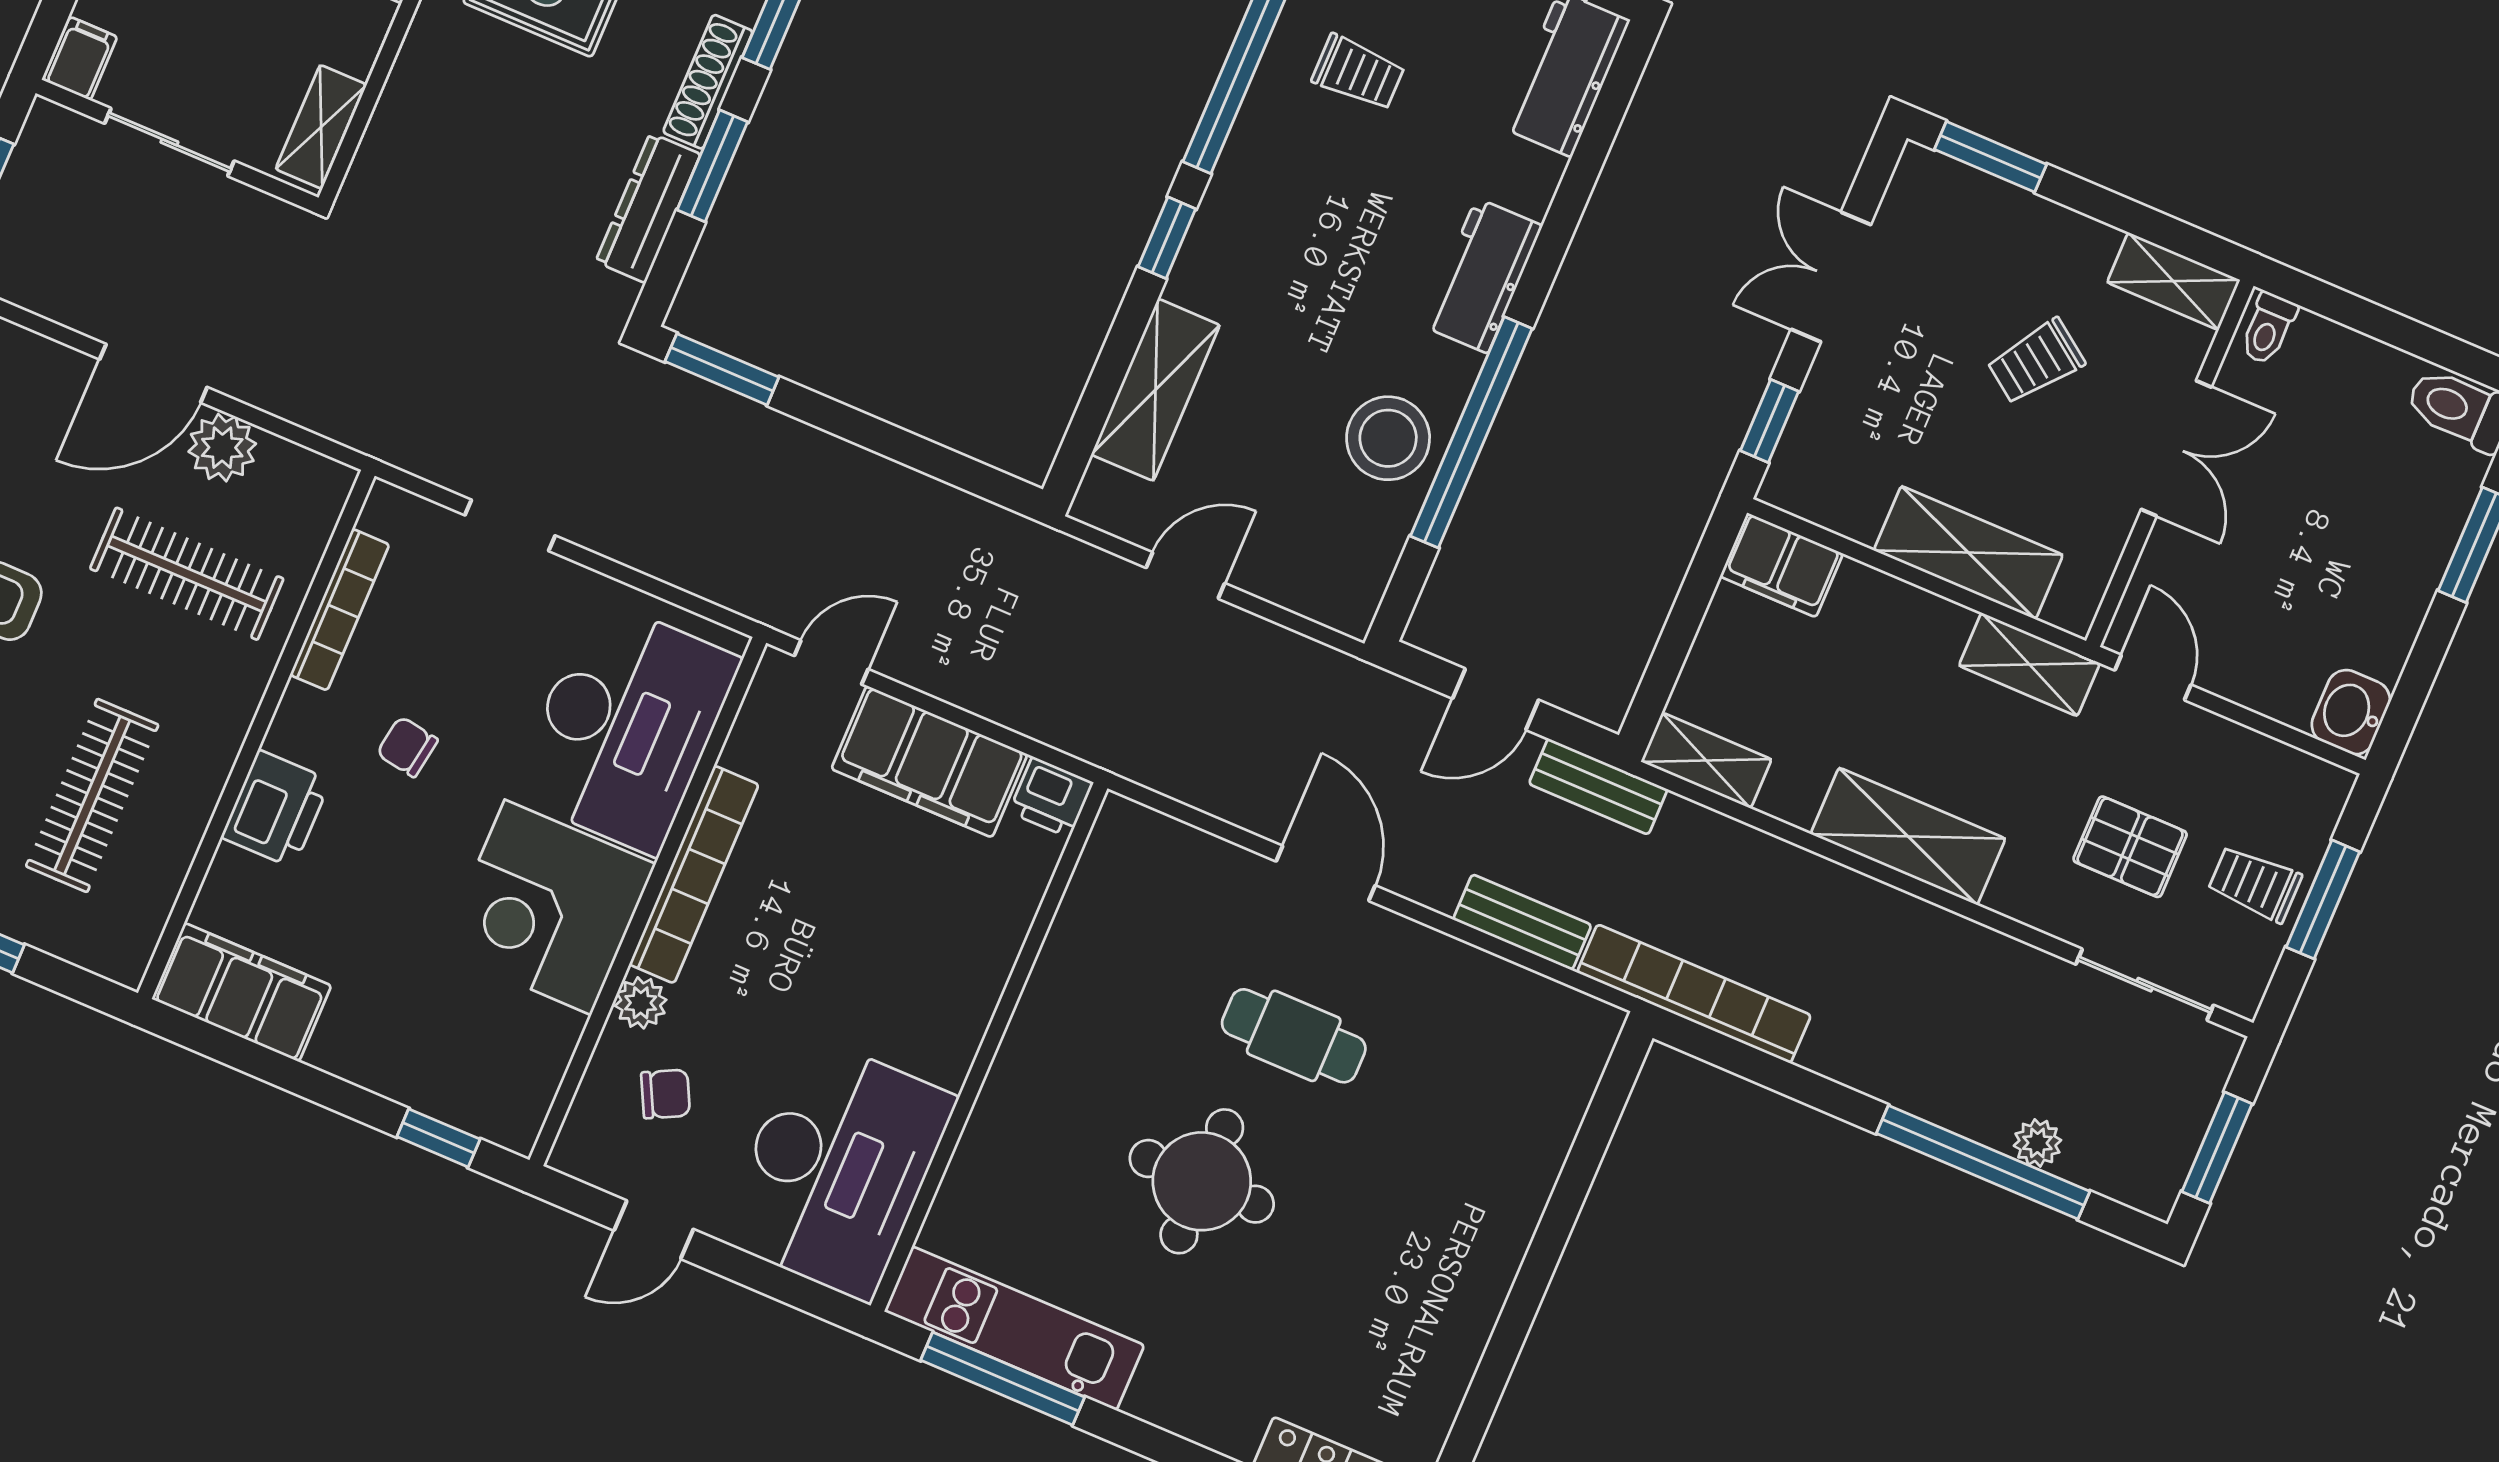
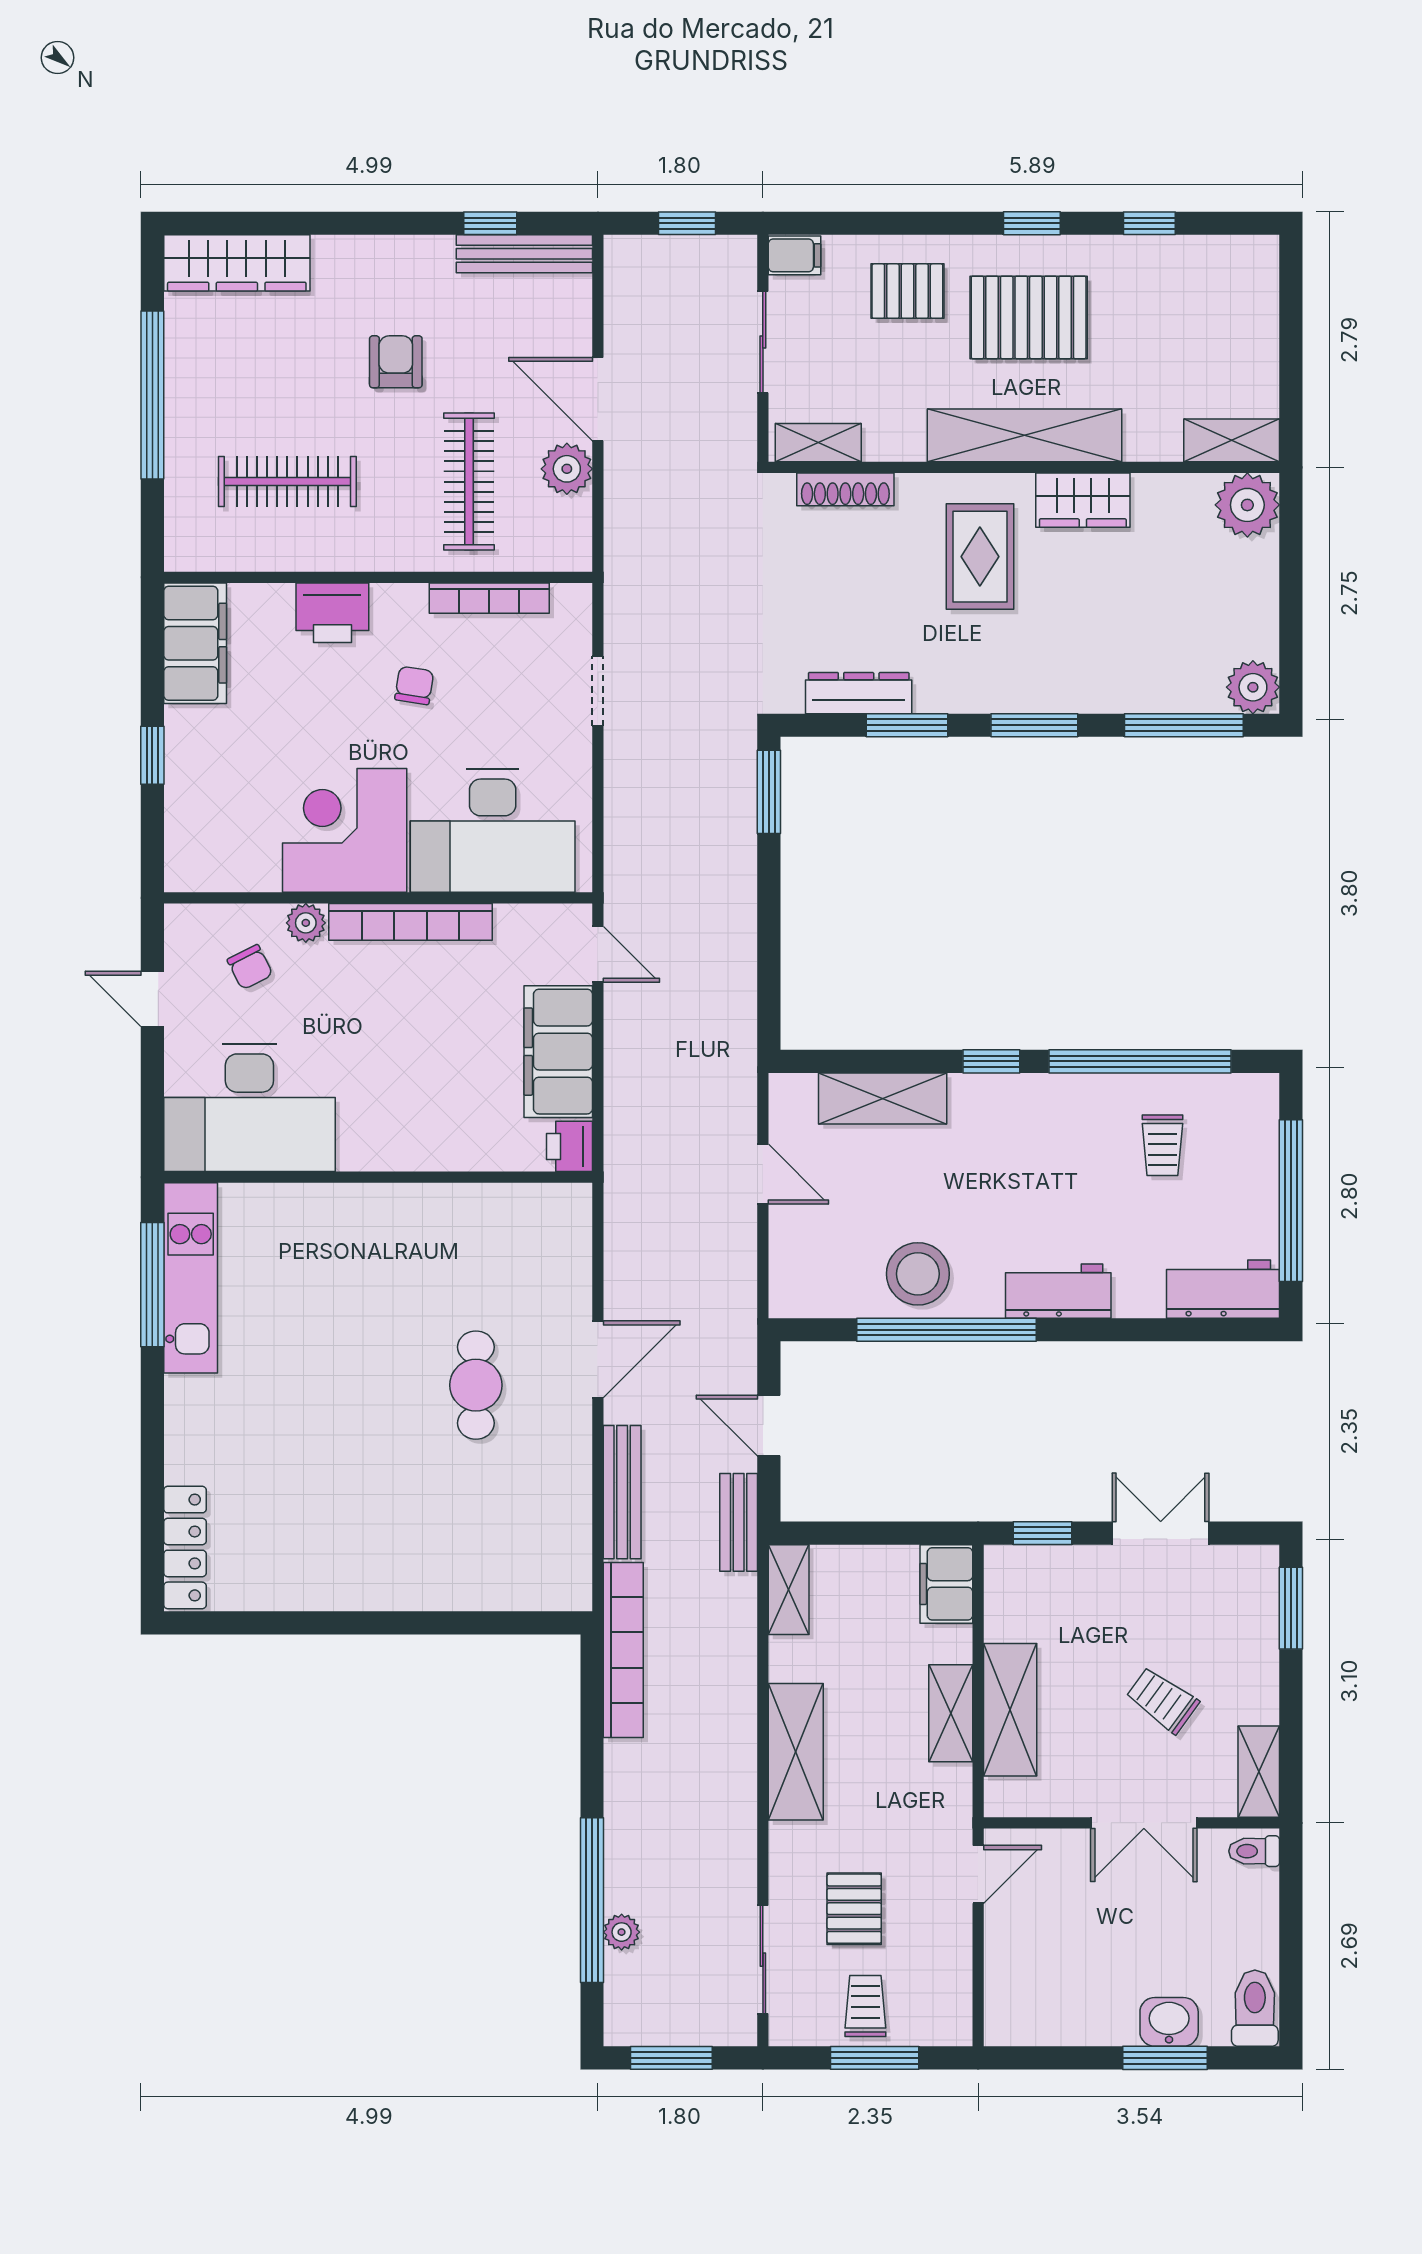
shoe rack: (708, 82) -> (845, 489), moved, turned 180
shelving: (2029, 664) -> (951, 1713), moved
washbasin: (2351, 712) -> (1169, 2022), moved
bench: (1522, 922) -> (622, 1492), width x1.36
window: (438, 1138) -> (152, 755), moved
round table: (1202, 1181) -> (348, 1364), removed

